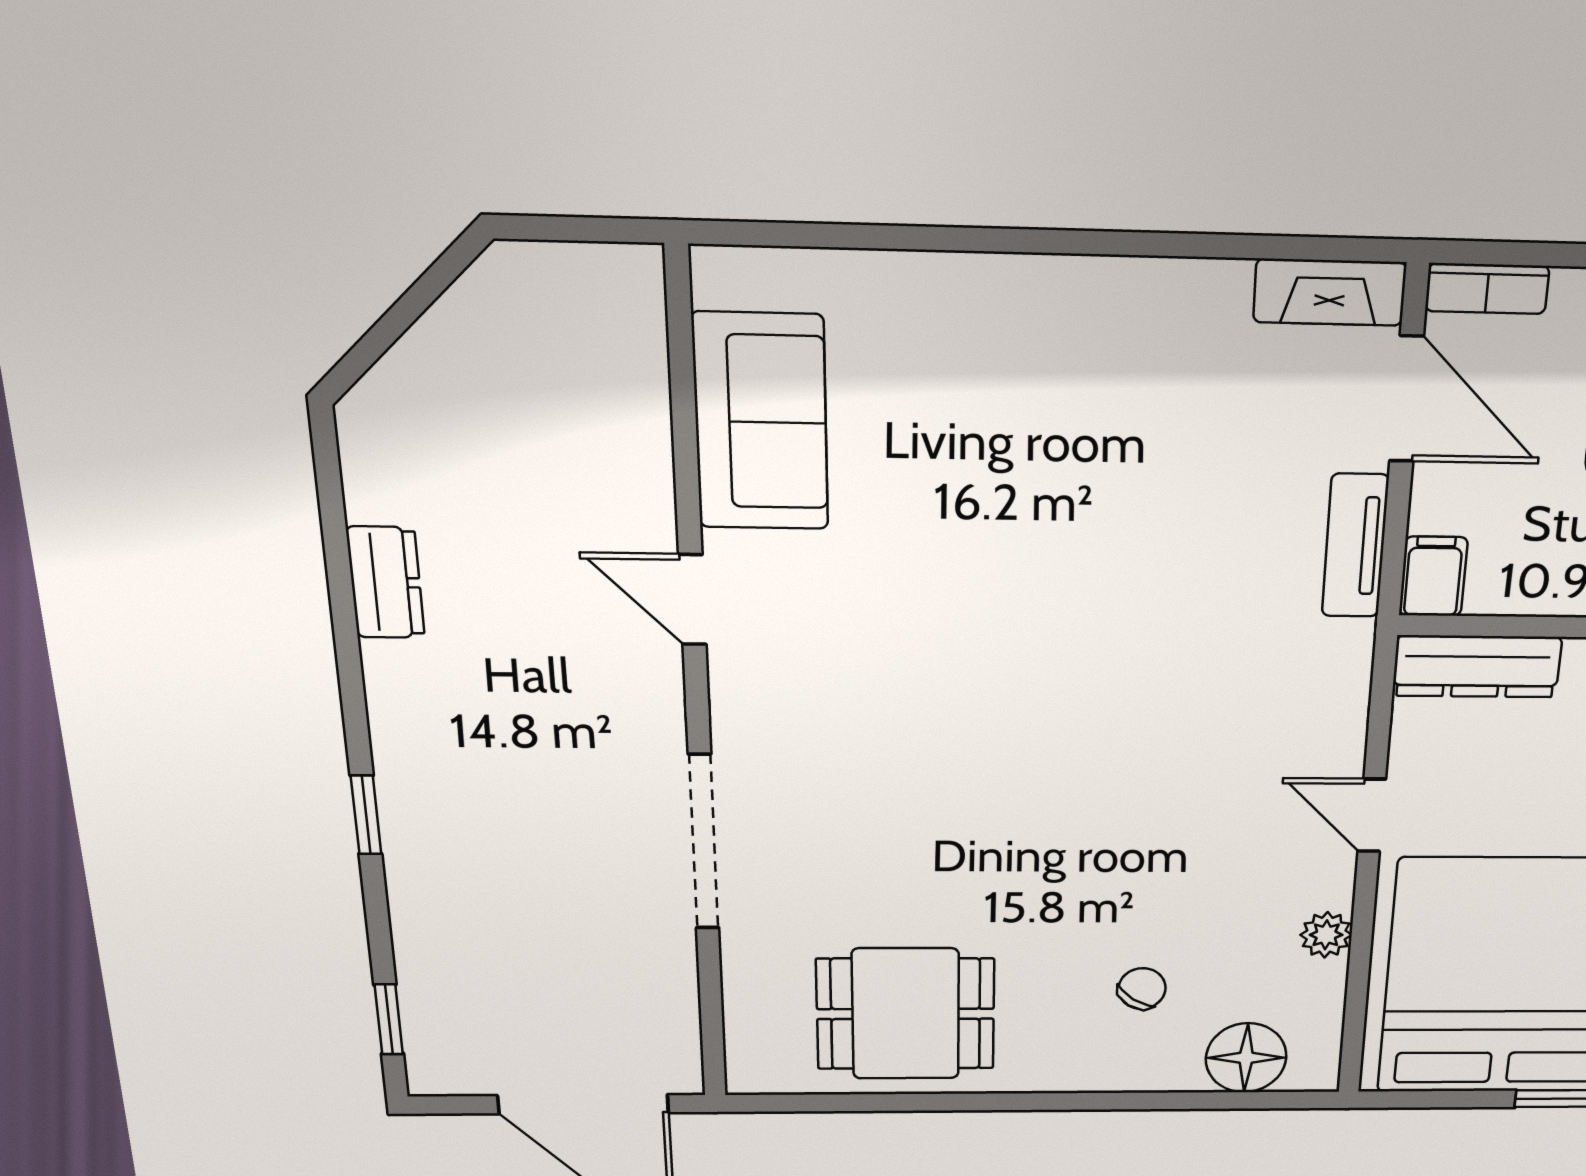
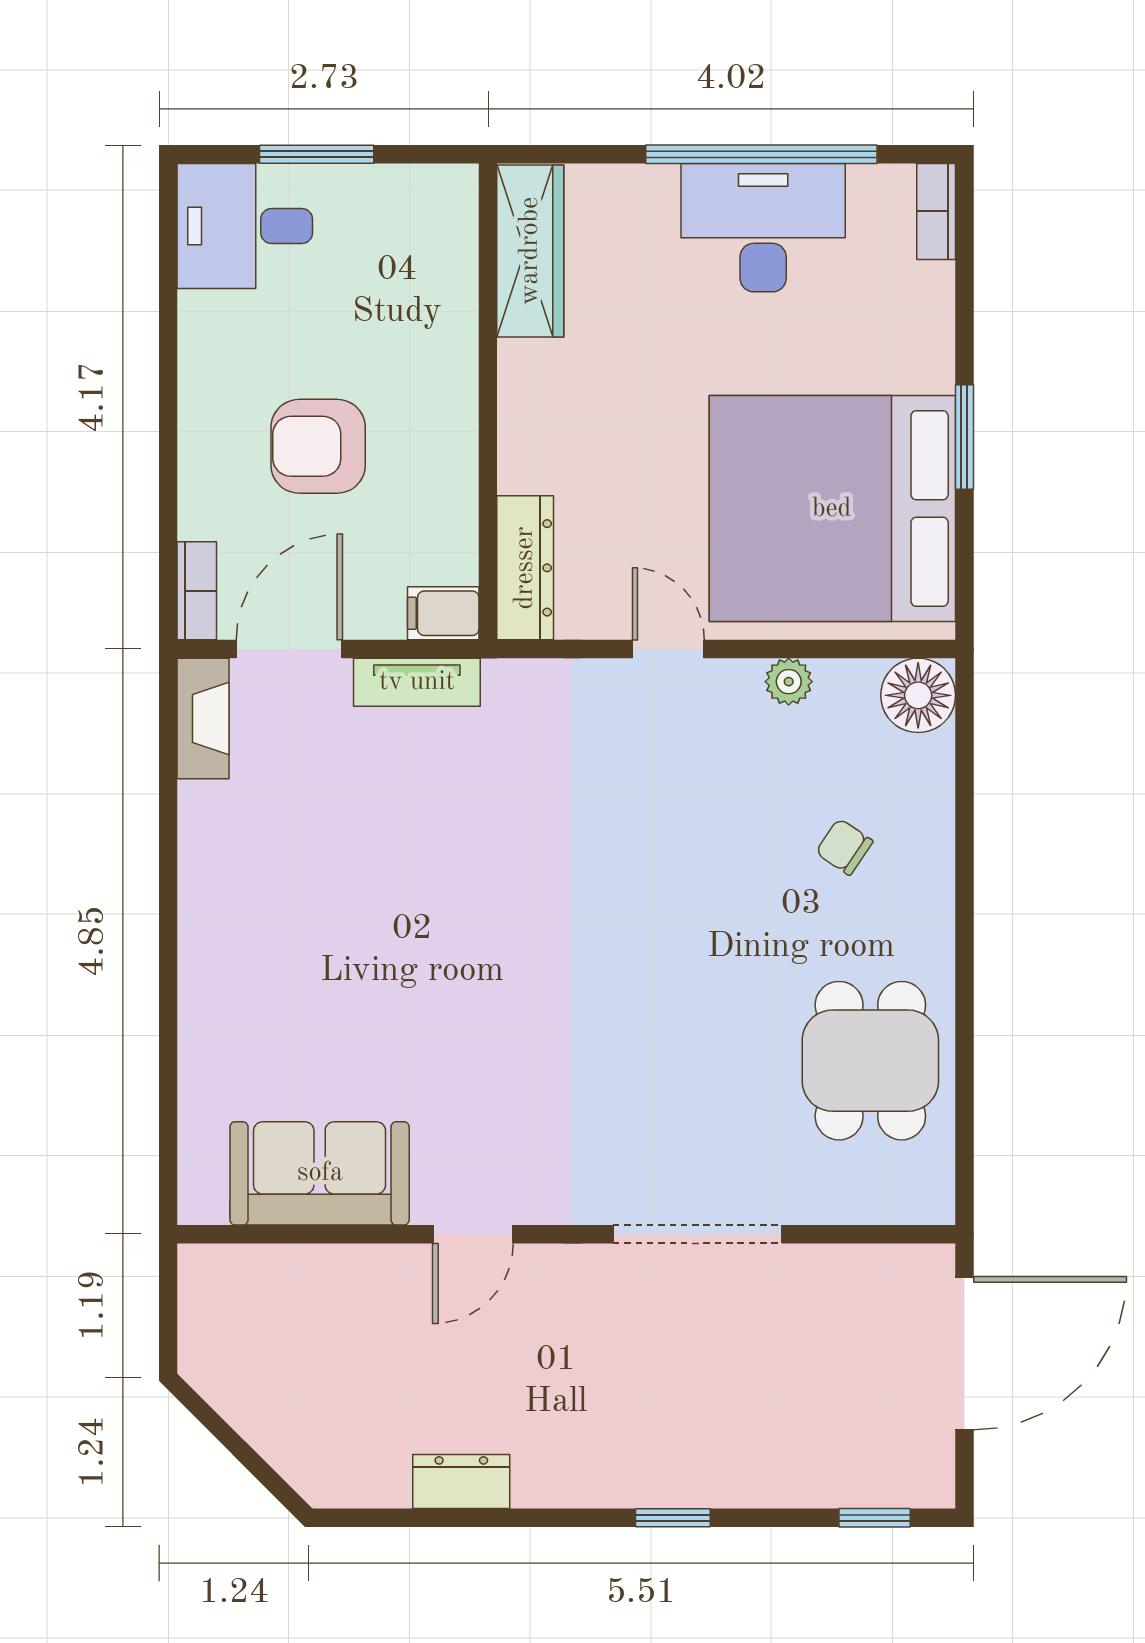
door: (1372, 815) -> (668, 649), swing flipped
floor lamp: (1246, 1058) -> (918, 695), moved

